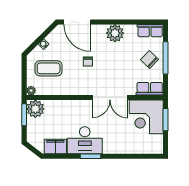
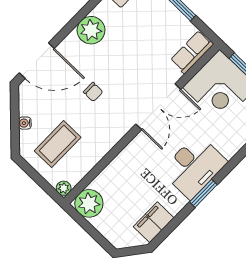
chair: (150, 60) -> (159, 20), removed
window: (24, 115) -> (83, 223), removed
desk: (85, 140) -> (194, 166), moved

